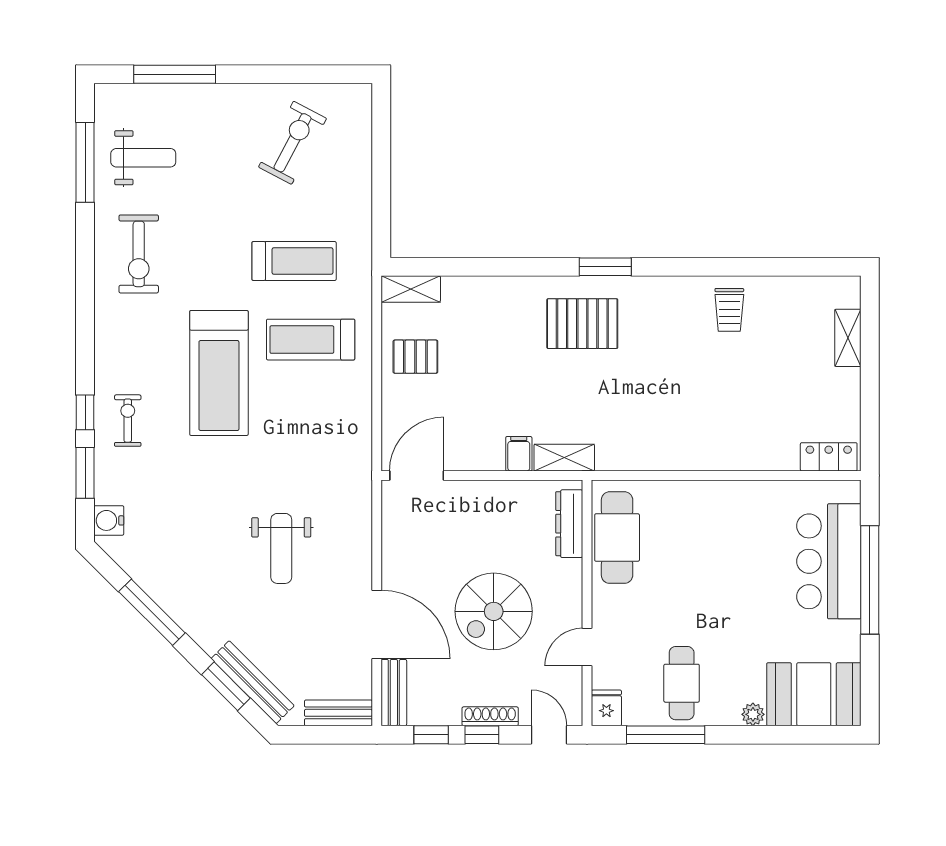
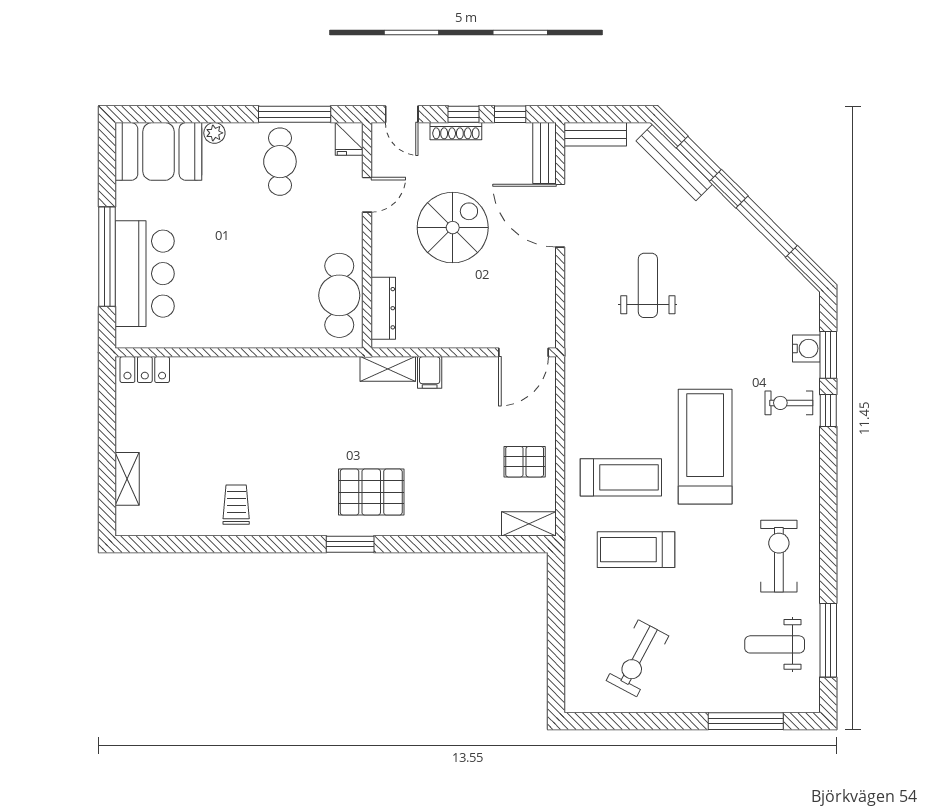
exercise bike: (128, 421) -> (789, 403), turned 90
water cooler: (109, 520) -> (806, 348), moved

